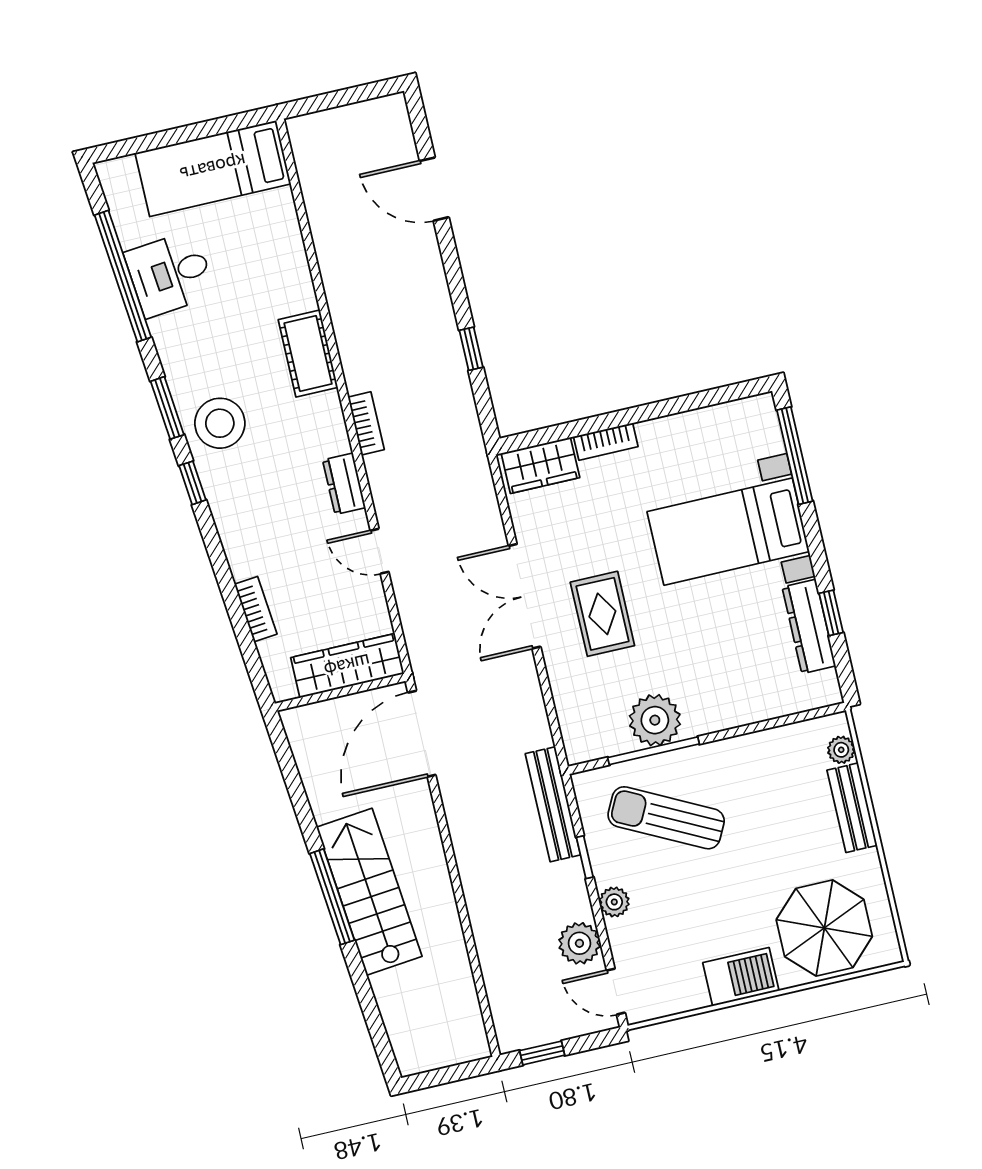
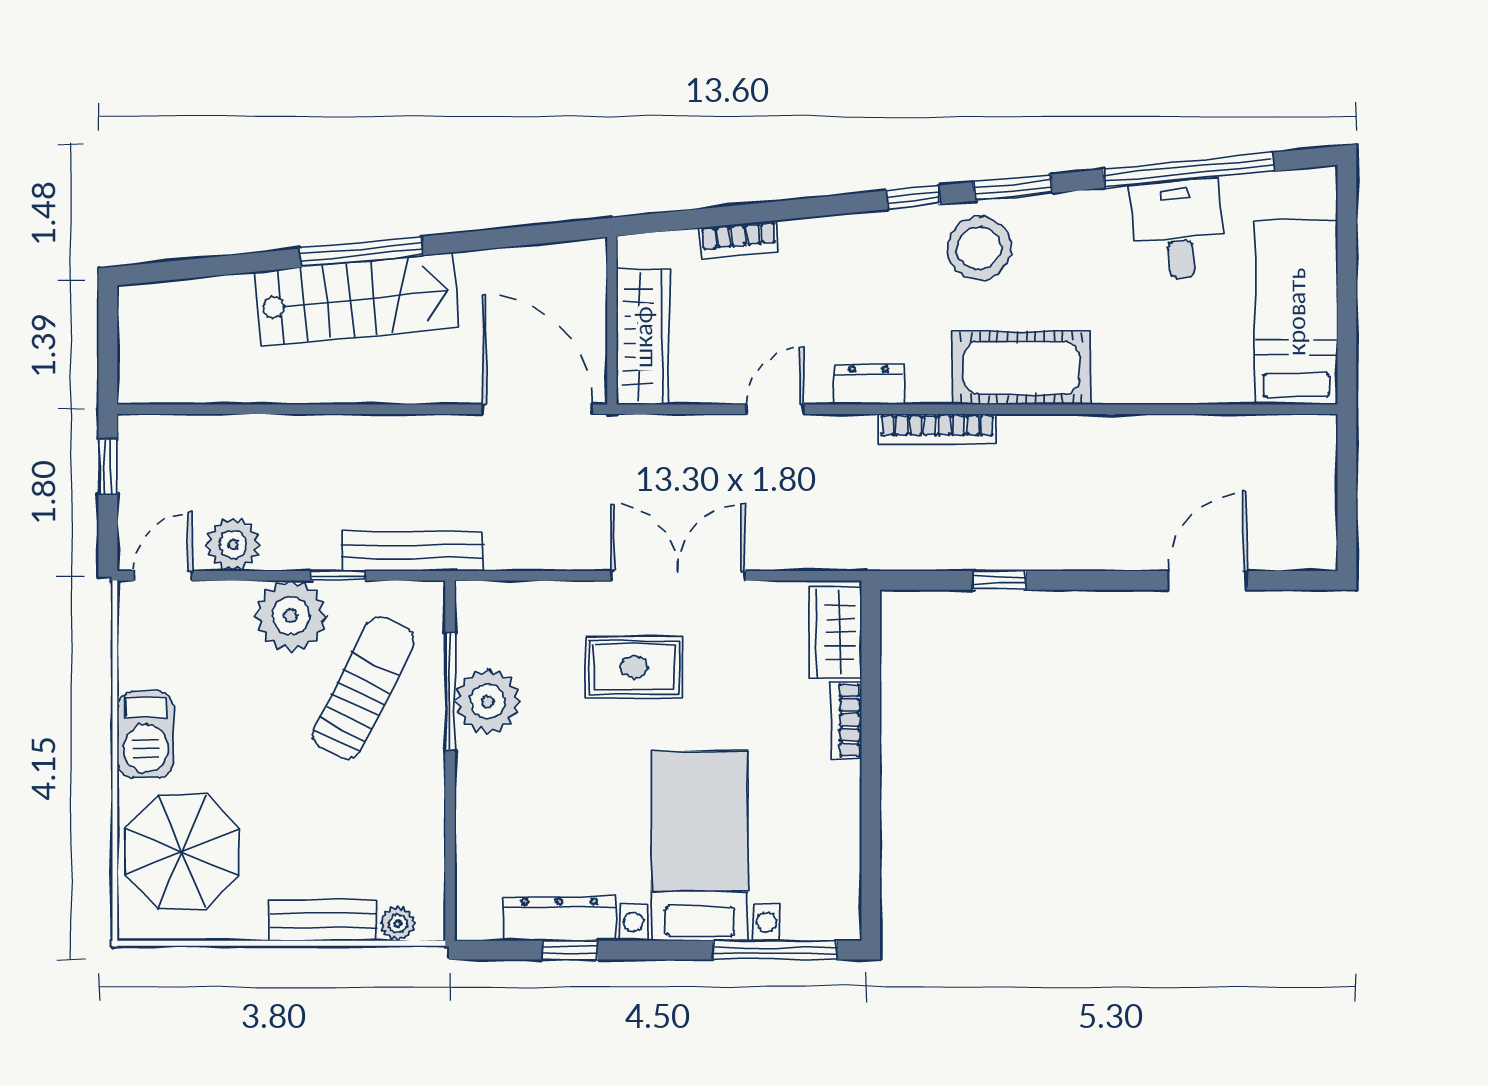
cot: (308, 354) -> (1021, 368), width x1.37, depth x1.34
bookcase: (366, 423) -> (937, 429), width x1.56
plant: (614, 902) -> (291, 616), width x1.87, depth x1.87

